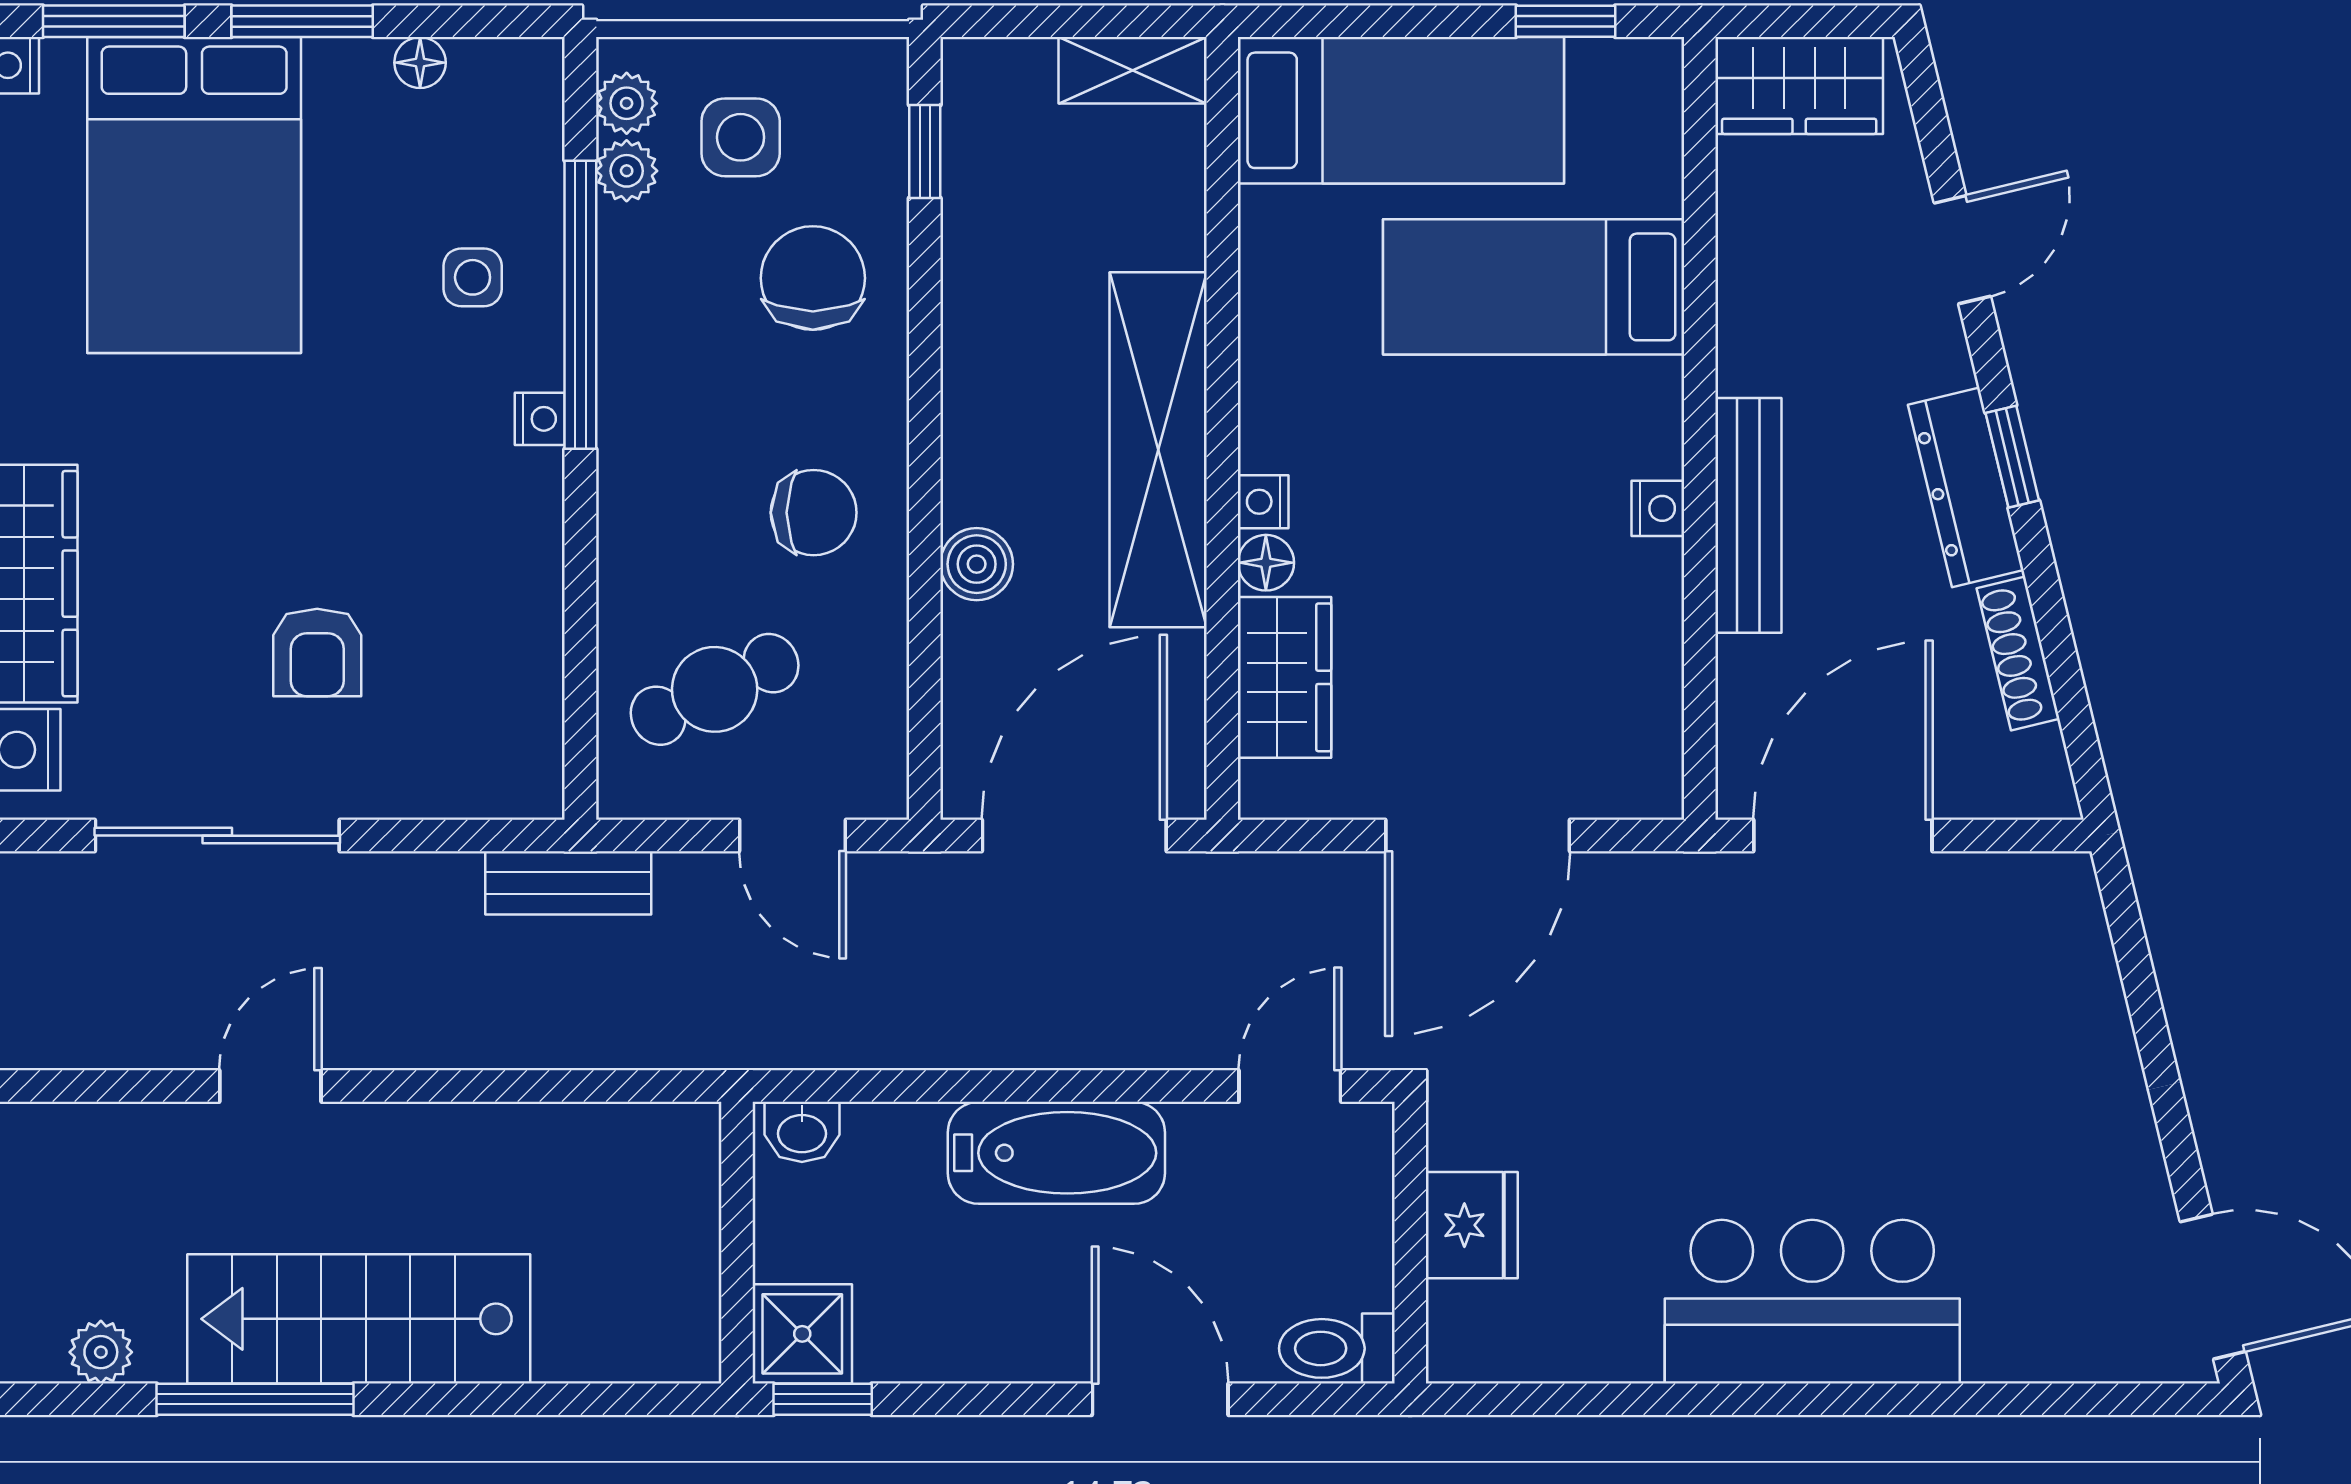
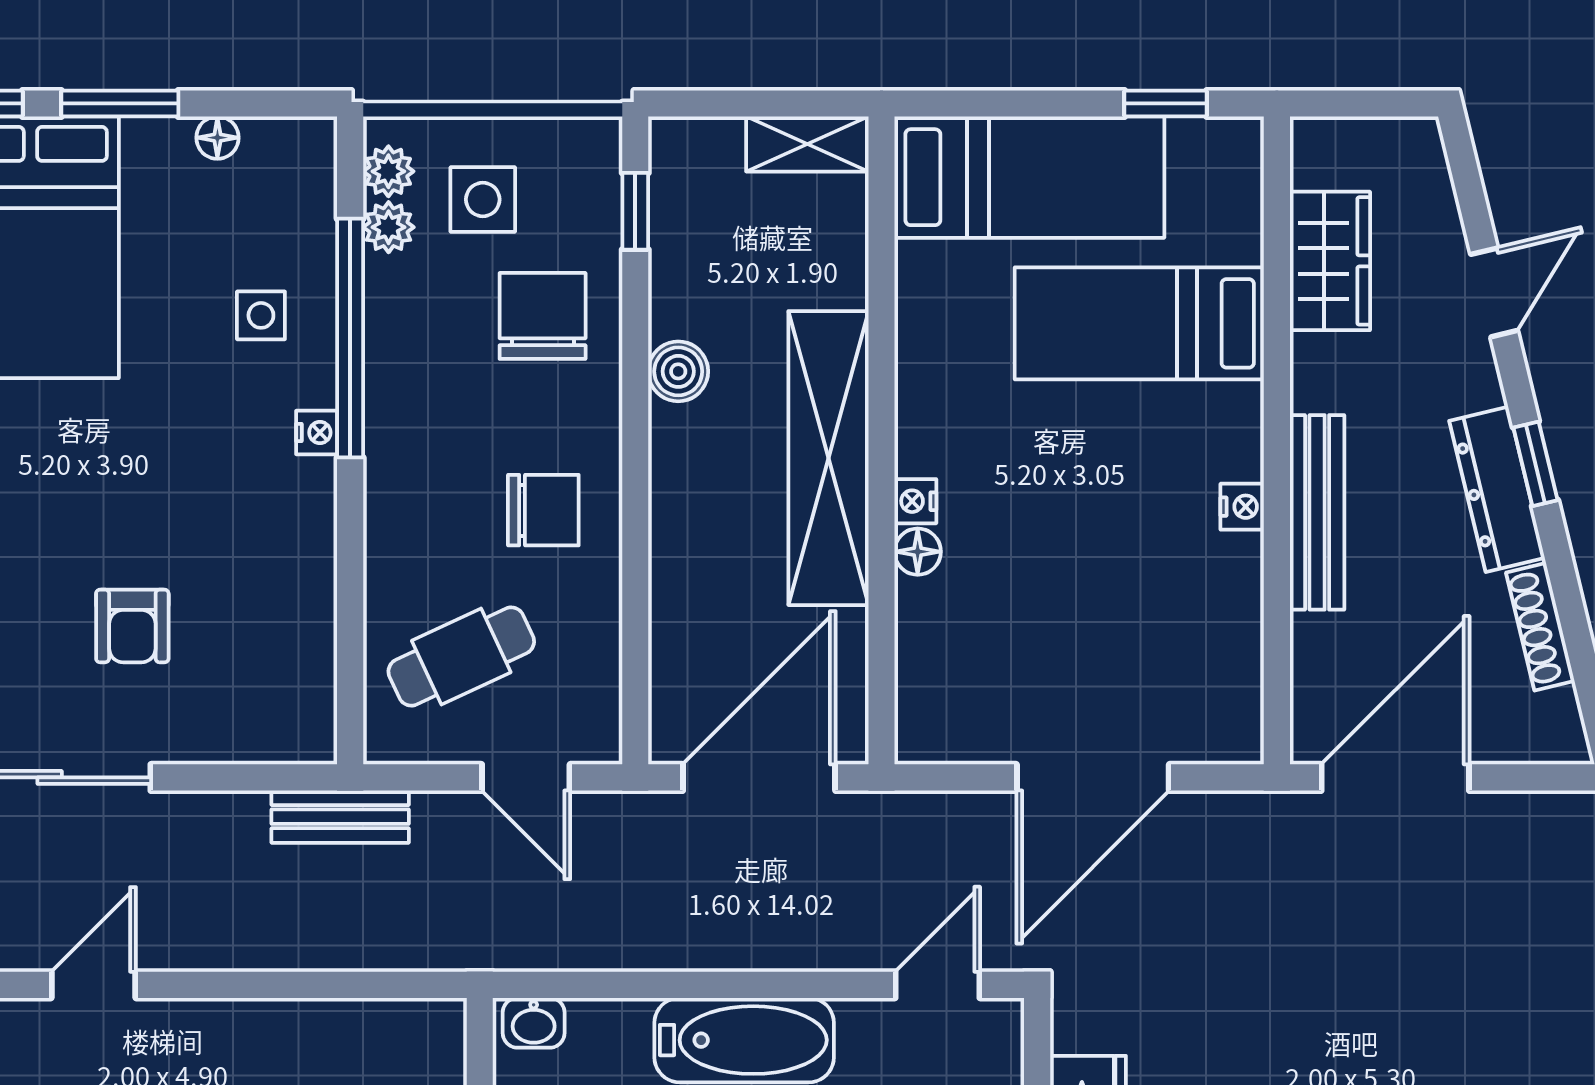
wardrobe: (1799, 86) -> (1330, 261), moved, turned -90
boiler: (977, 564) -> (678, 371), moved
wardrobe: (1285, 677) -> (933, 647), removed

